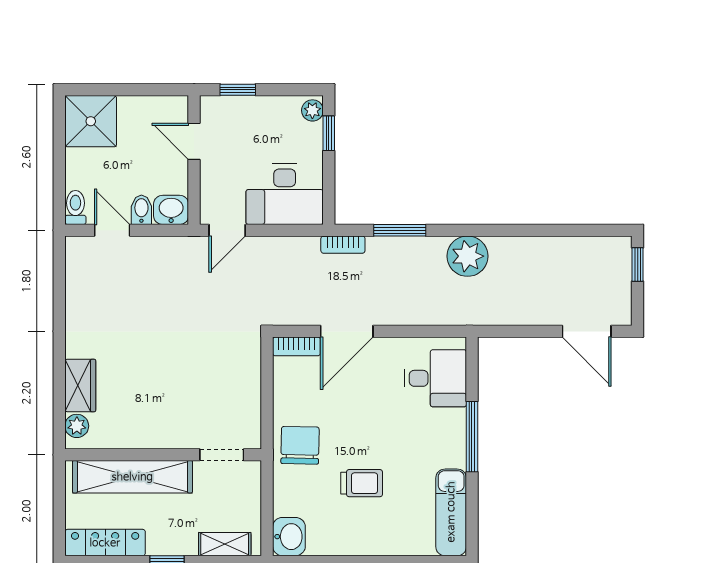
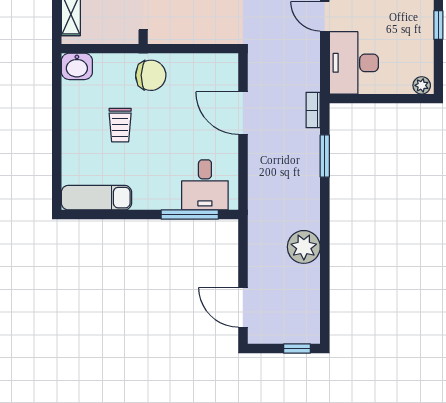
window: (329, 133) -> (403, 99), removed
plant: (468, 256) -> (304, 247), moved
door: (587, 331) -> (243, 307), hinge flipped
bookcase: (296, 346) -> (231, 72), removed
window: (472, 437) -> (190, 214), moved

